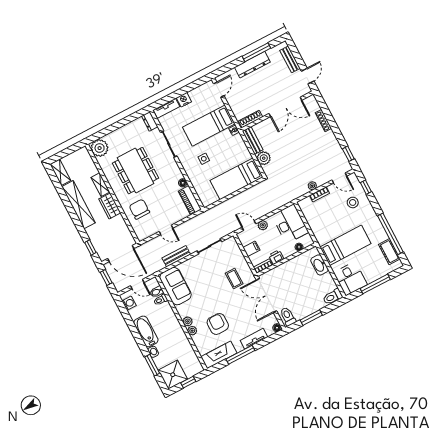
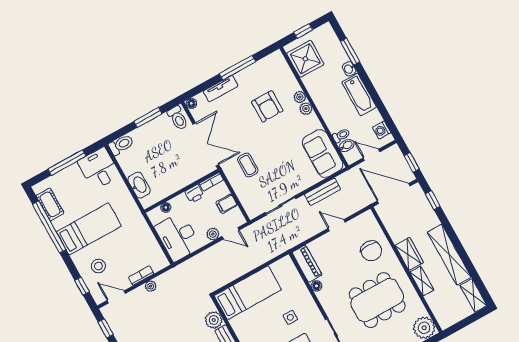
dining table: (136, 171) -> (377, 300), turned 90
bed: (345, 245) -> (89, 229), moved, turned 180
fireplace: (219, 355) -> (265, 67), removed
shower: (173, 375) -> (305, 59), moved

